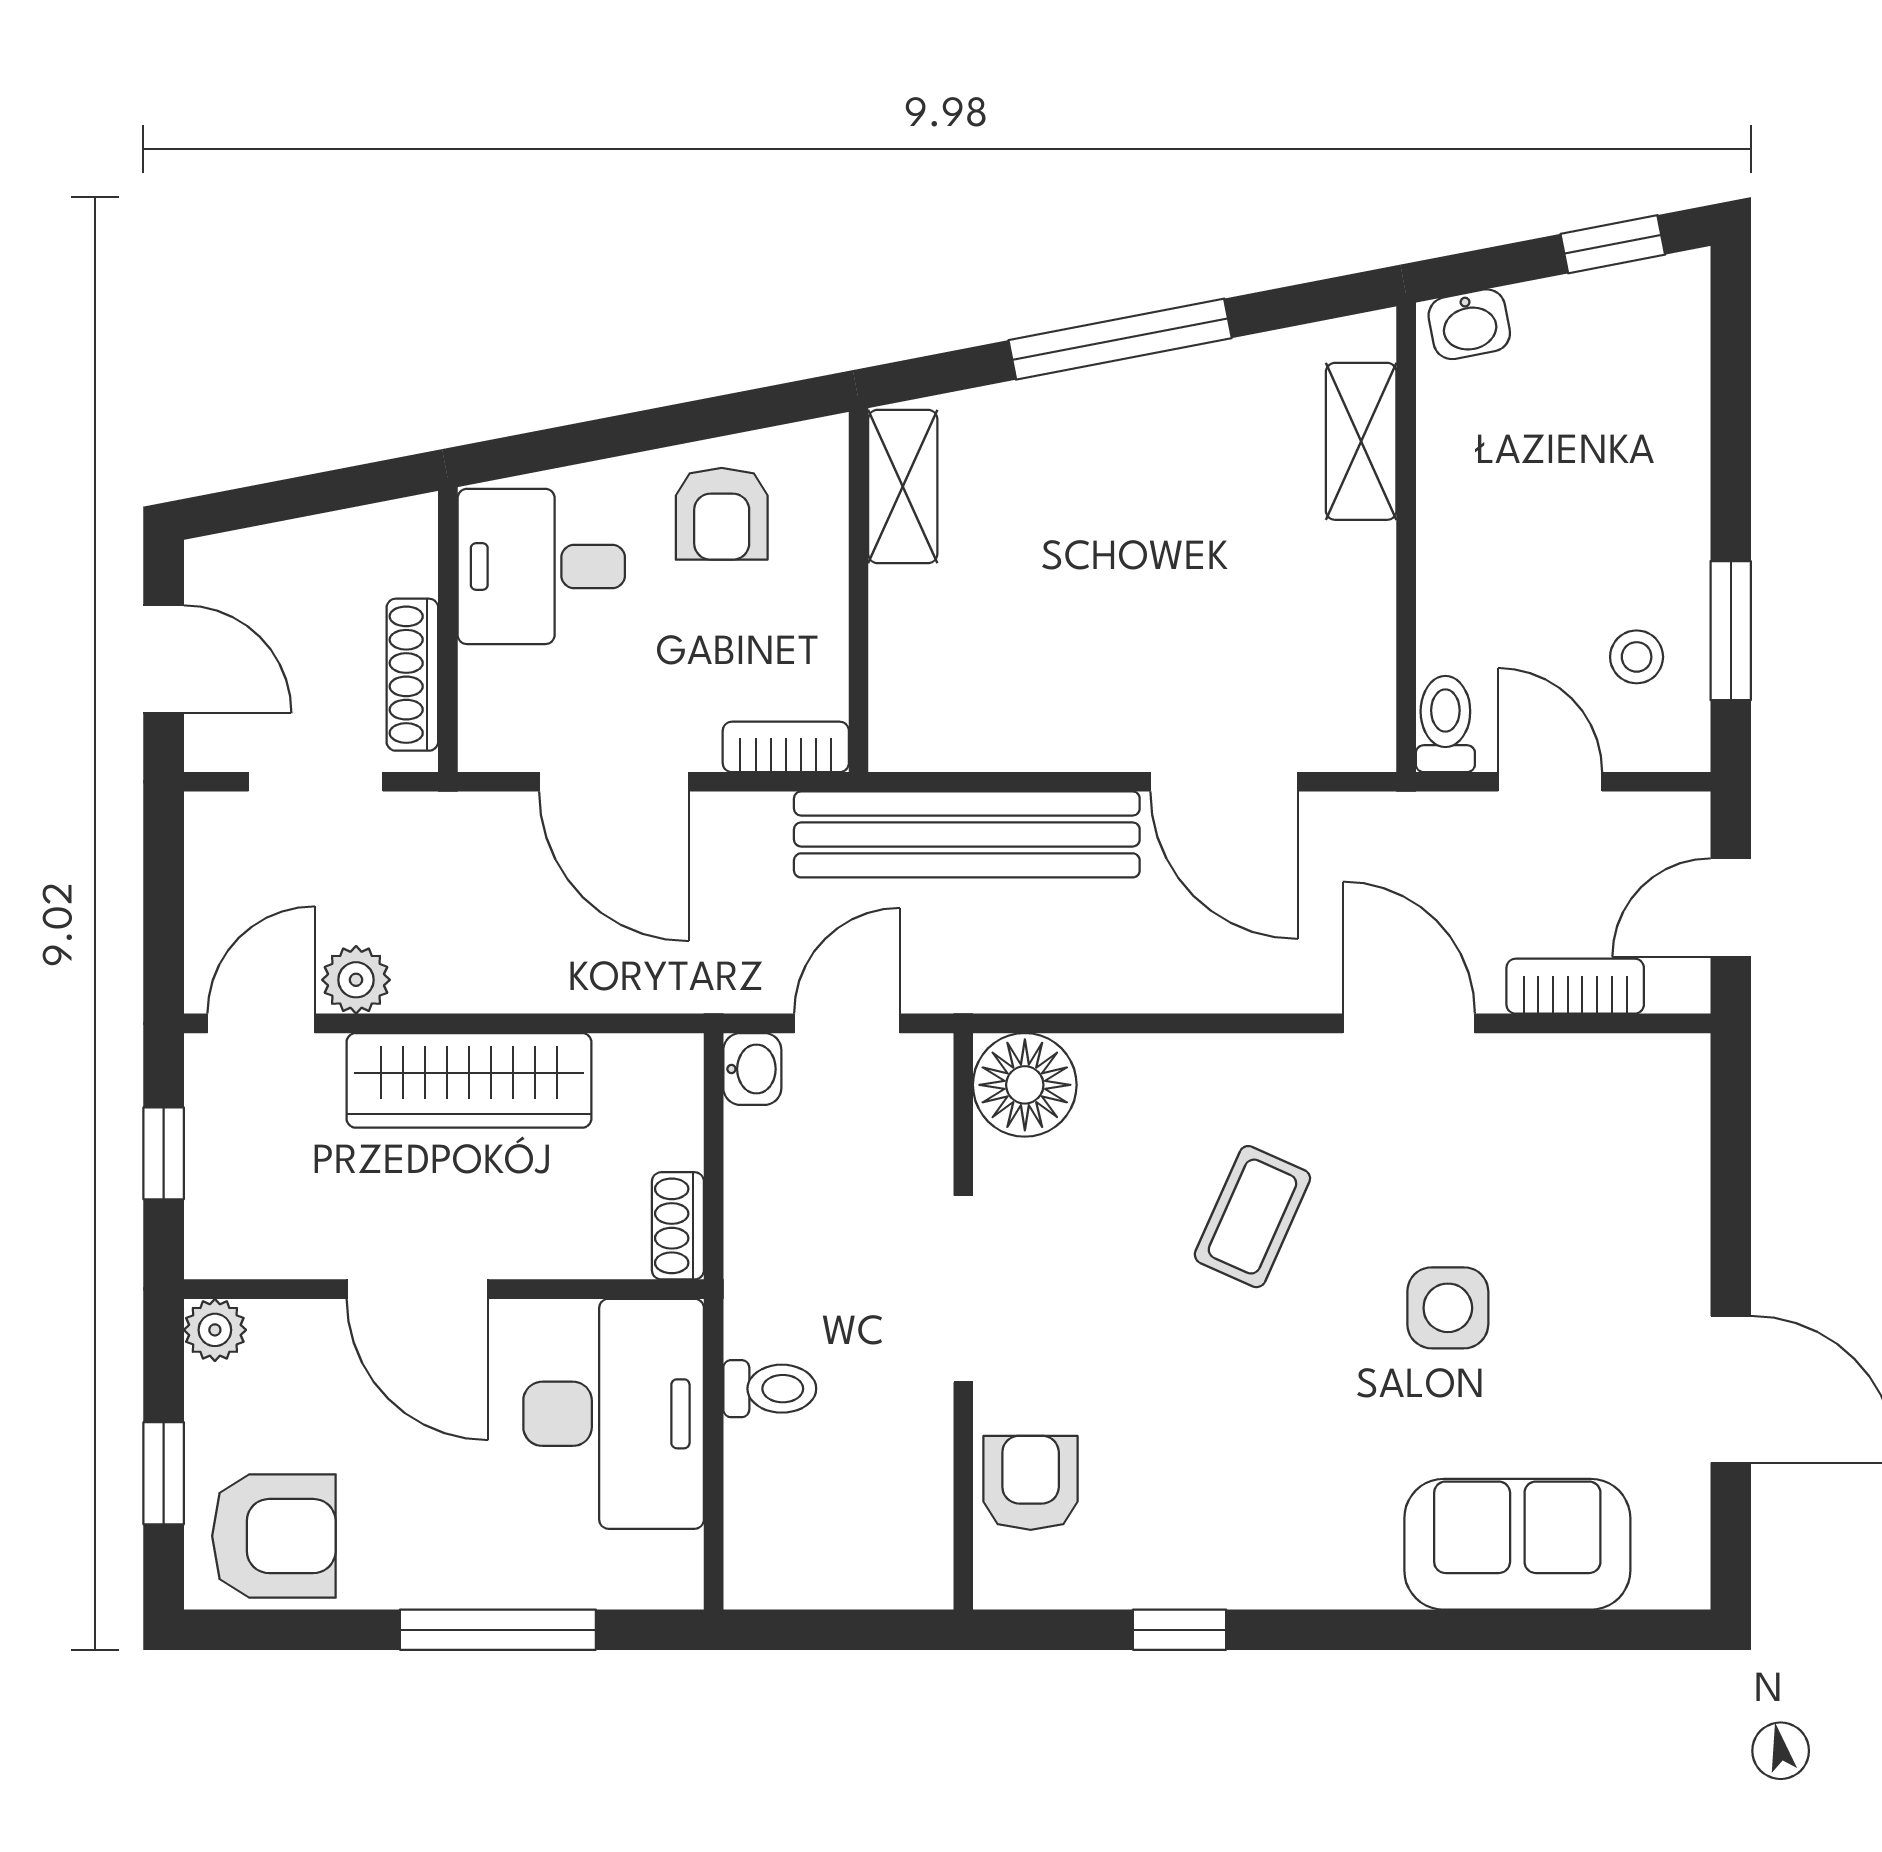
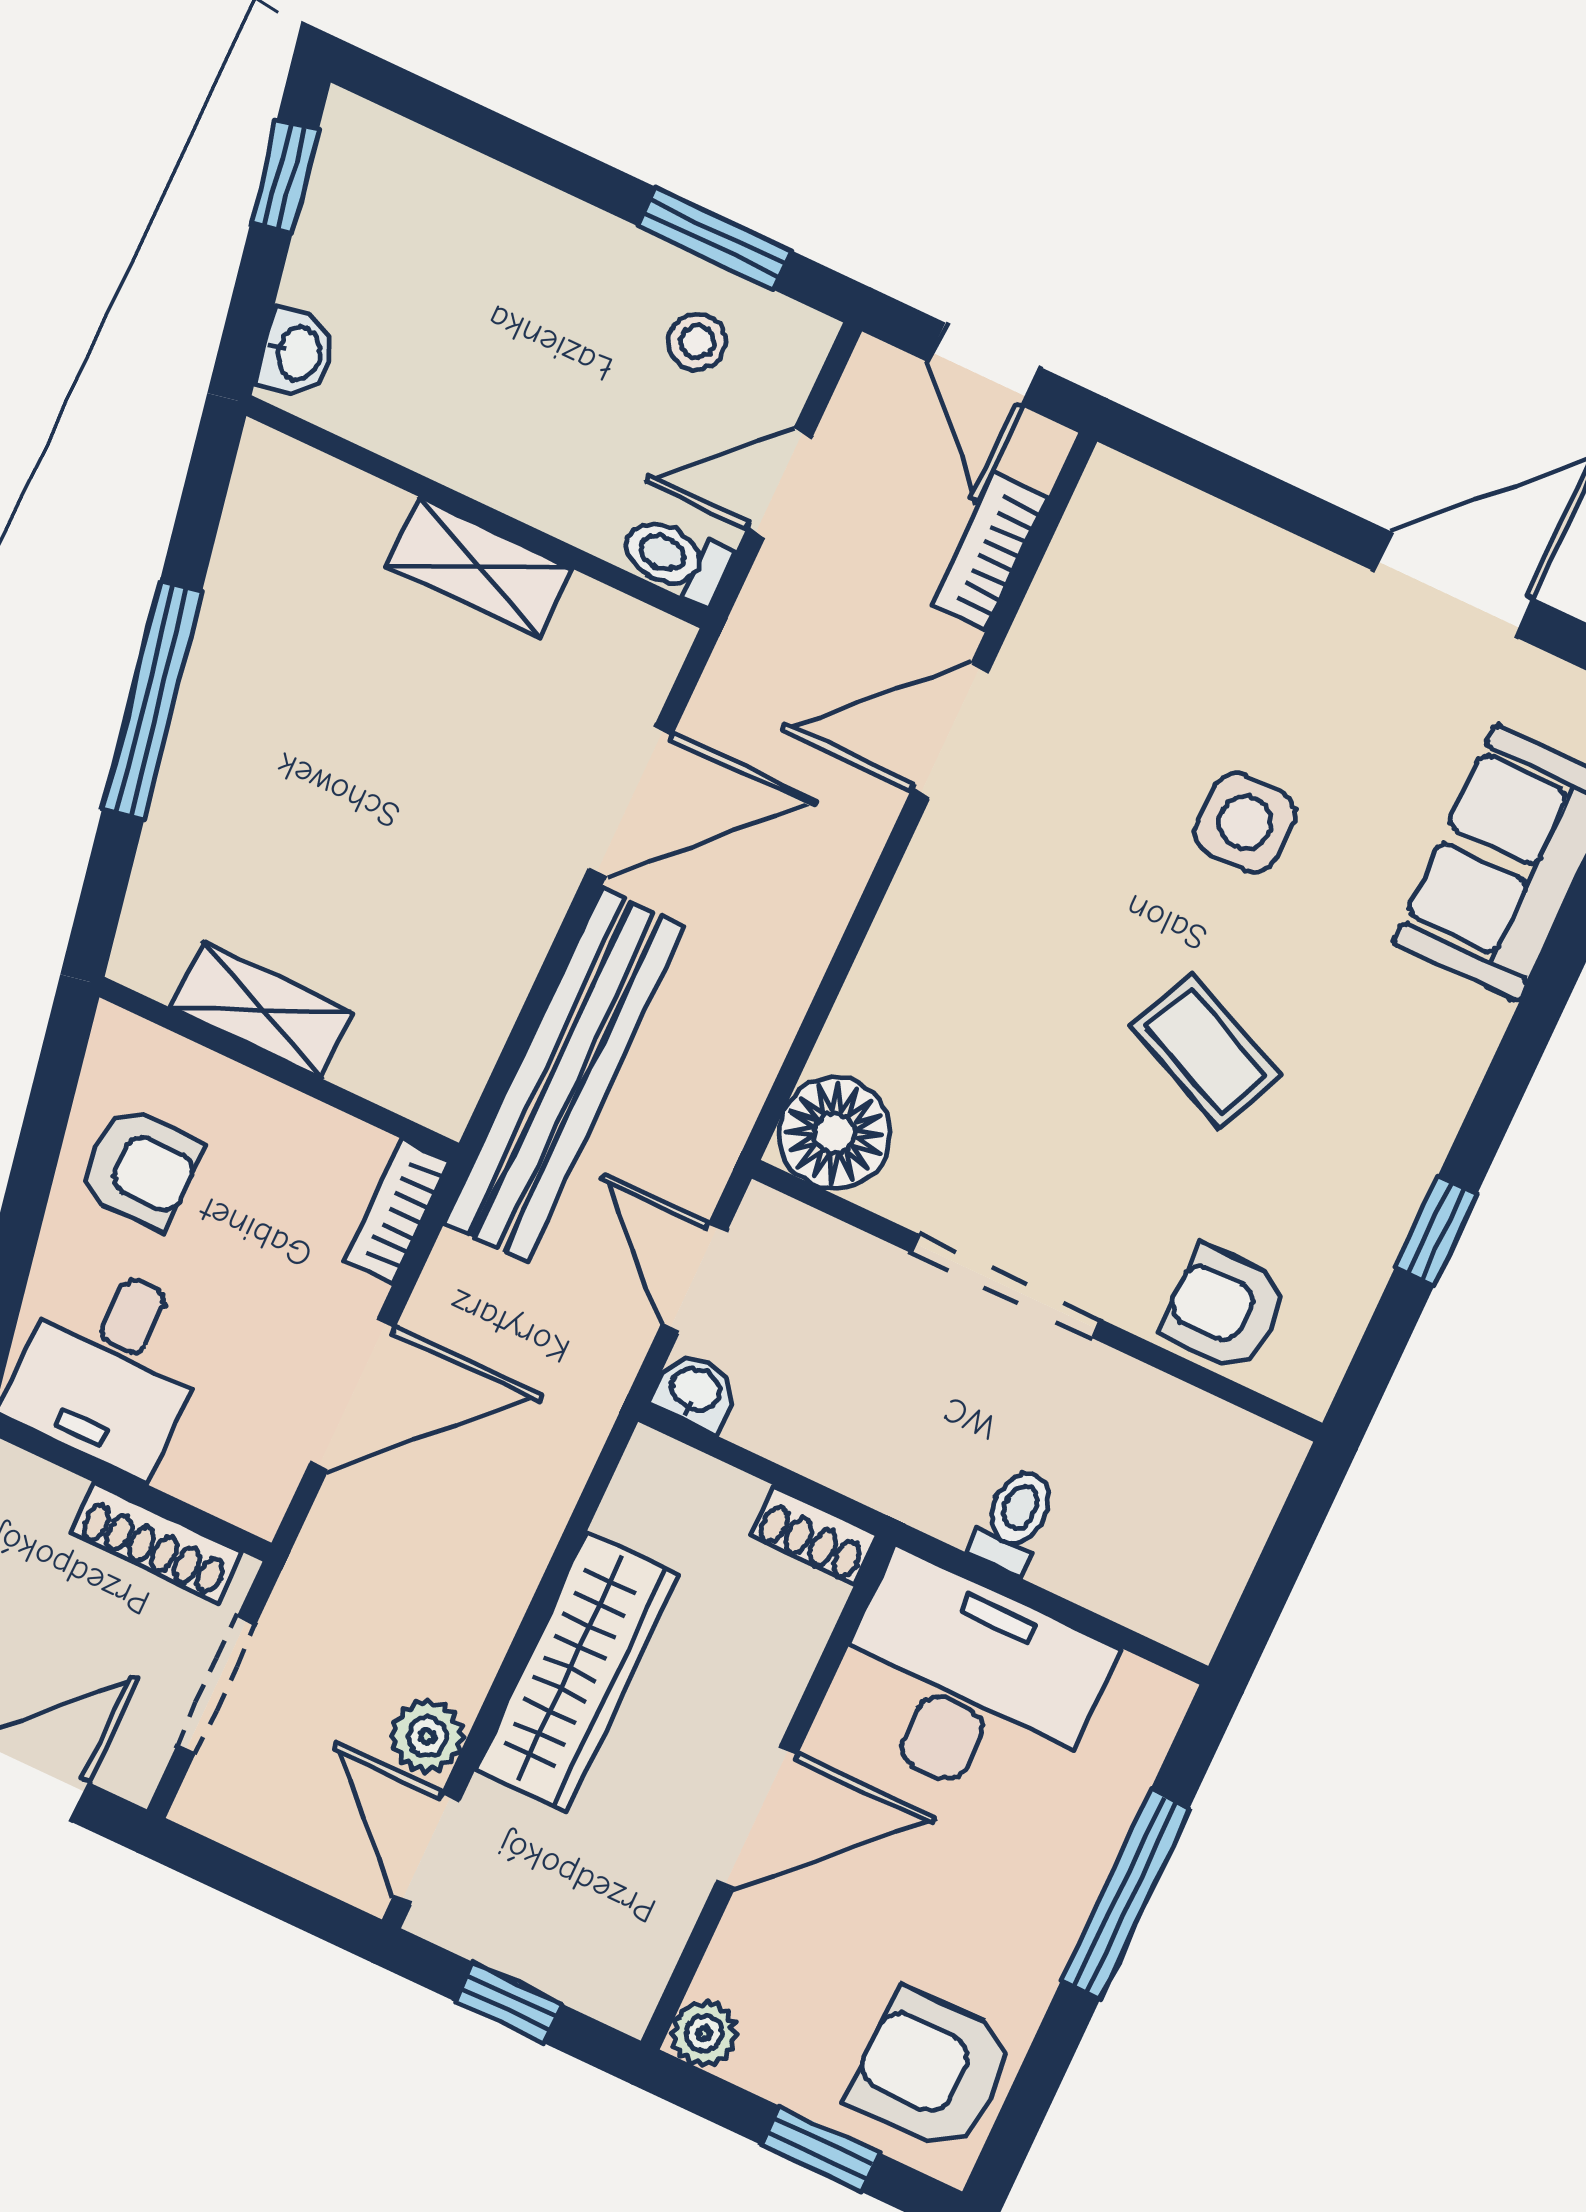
shelving: (1361, 441) -> (479, 567), moved
shelving: (903, 486) -> (262, 1010), moved
coffee table: (1252, 1217) -> (1206, 1051), moved
armchair: (274, 1536) -> (932, 2070), turned -90

